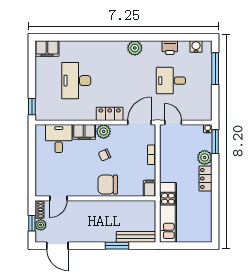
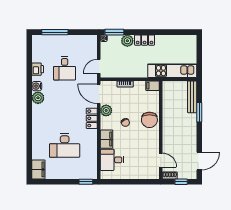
water cooler: (196, 47) -> (37, 86), moved
plant: (104, 131) -> (106, 110), moved
plant: (41, 225) -> (182, 175), removed

